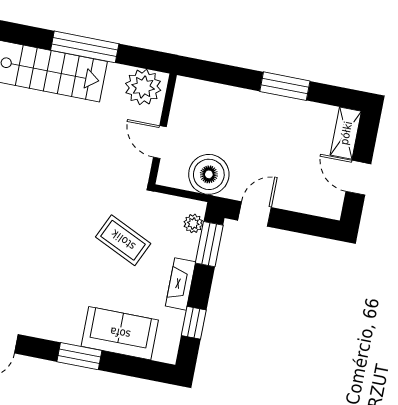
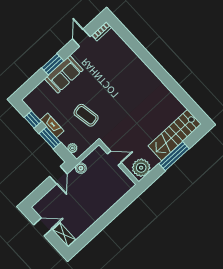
window: (285, 86) -> (100, 224), removed
boiler: (209, 174) -> (81, 168), width x0.54, depth x0.54
coffee table: (123, 240) -> (86, 115), turned 55
window: (209, 244) -> (50, 138), moved
sofa: (120, 333) -> (64, 74), moved

